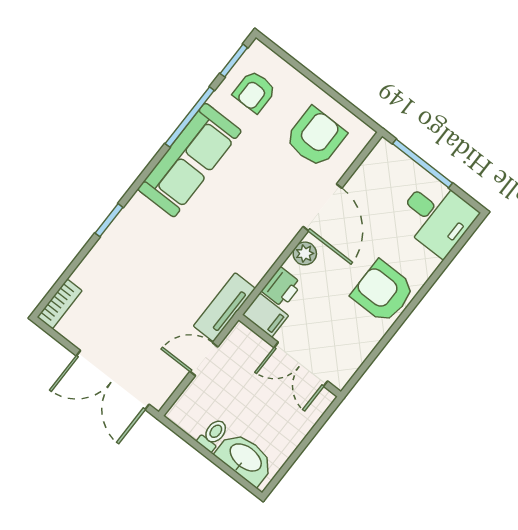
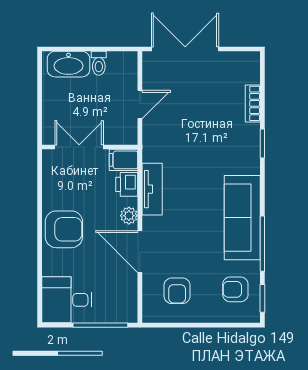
armchair: (254, 92) -> (235, 289), turned -90
armchair: (316, 137) -> (177, 291), width x0.72, depth x0.72
bookcase: (60, 304) -> (253, 103), moved
tv unit: (224, 307) -> (152, 189), moved

